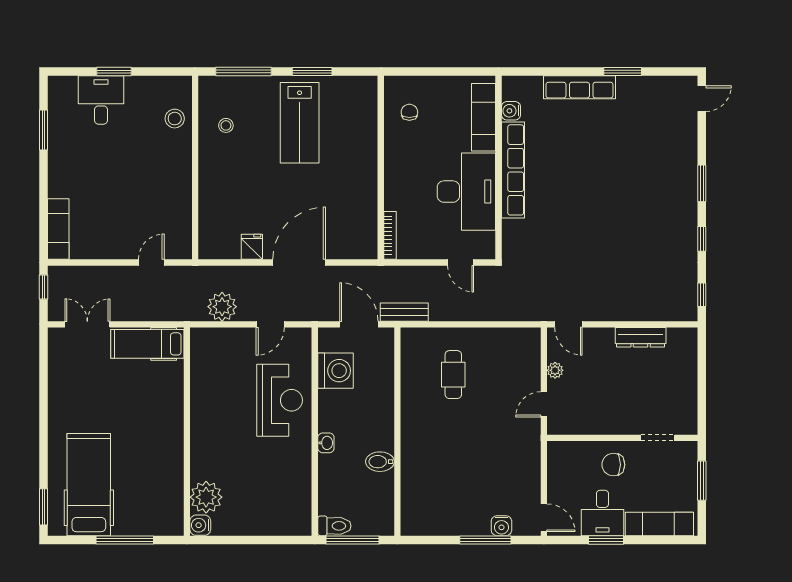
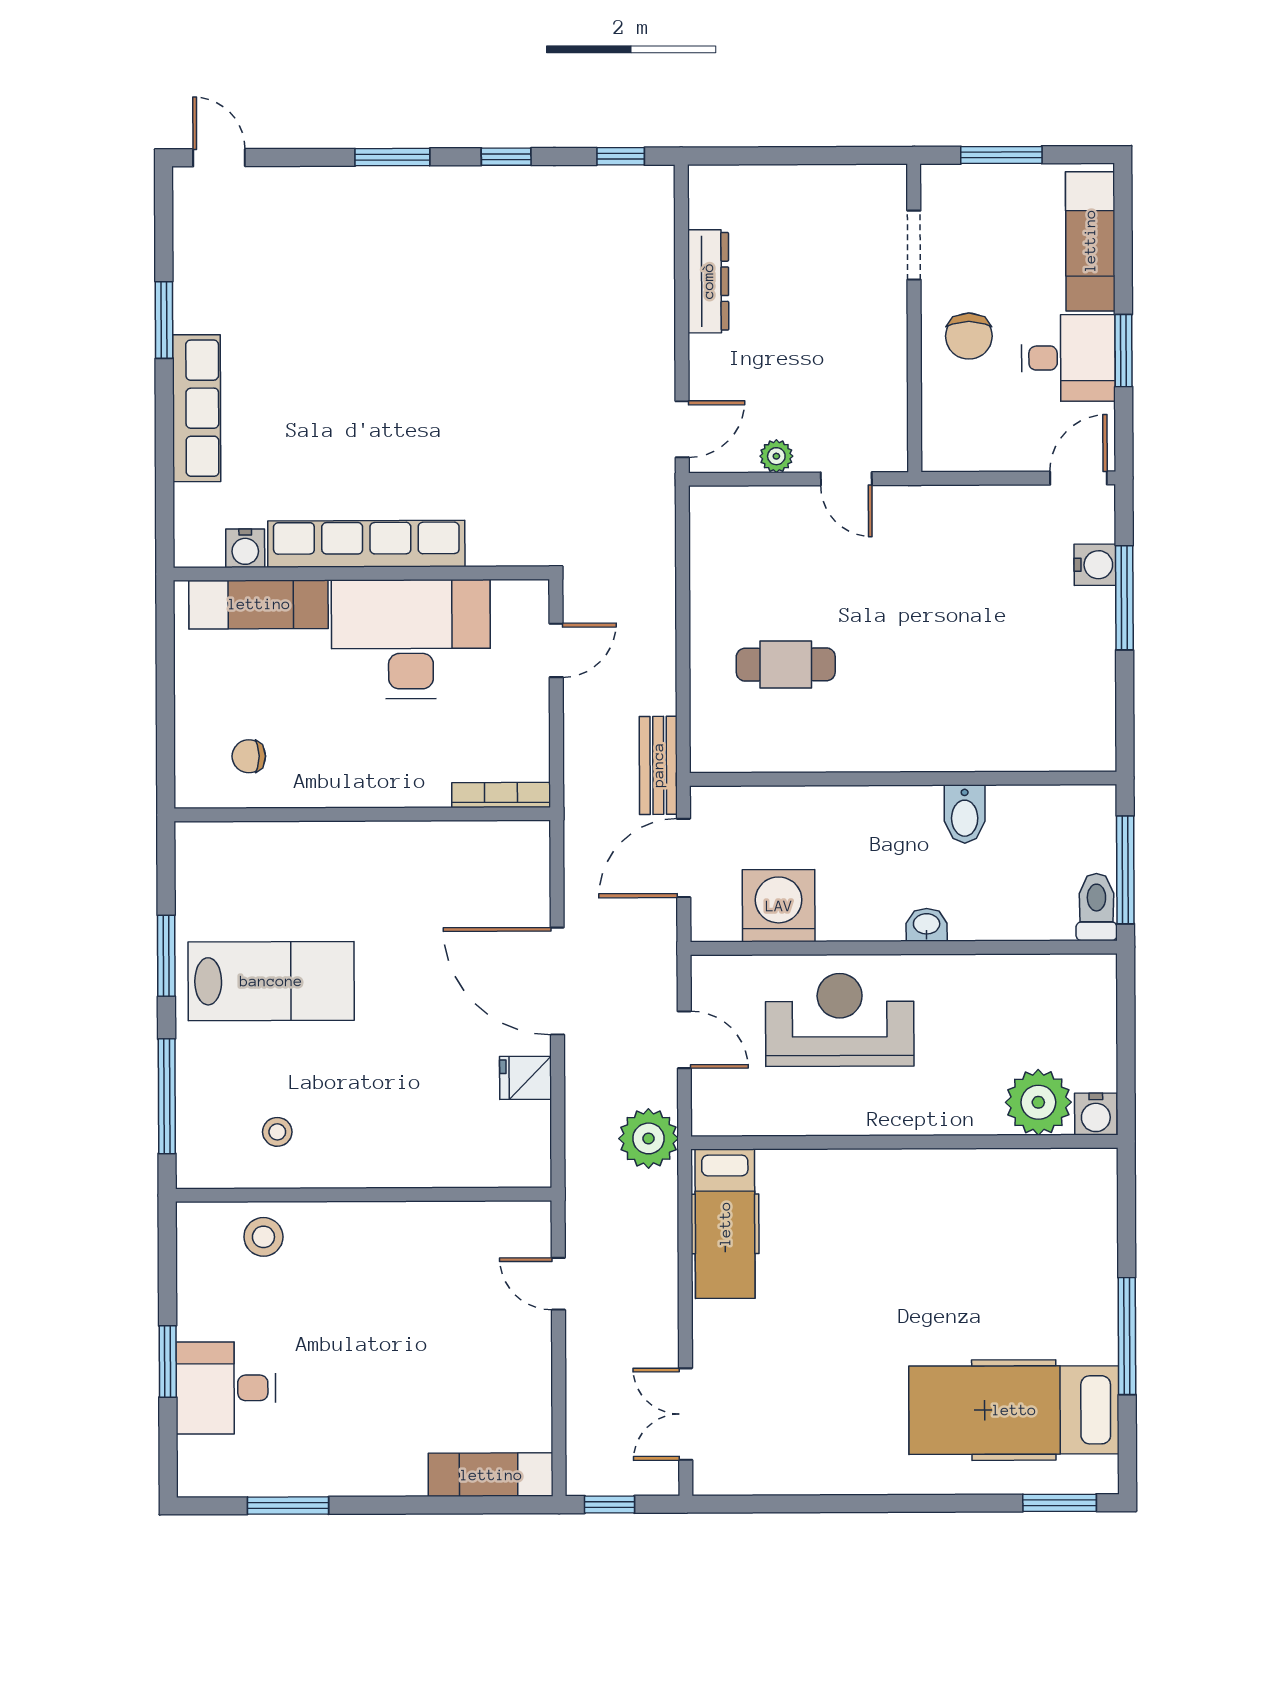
hospital bed: (147, 344) -> (725, 1224), moved
wall: (187, 432) -> (904, 1142), moved
plant: (206, 497) -> (1038, 1102), moved
water cooler: (200, 525) -> (1096, 1114), moved

